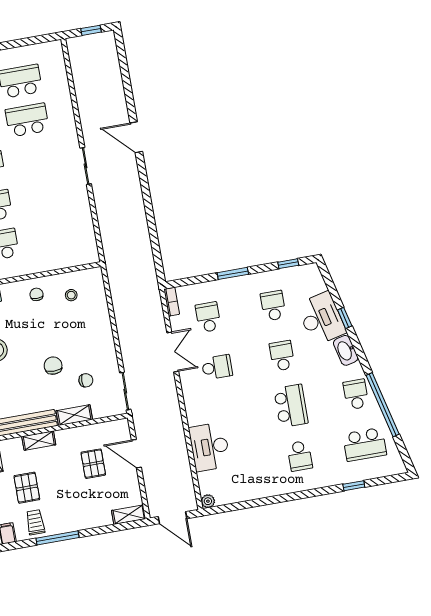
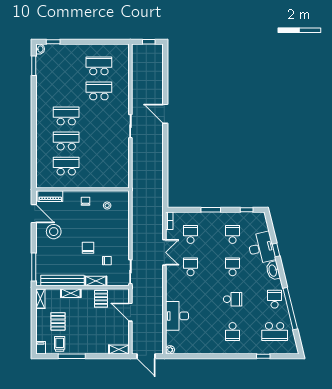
school desk: (217, 367) -> (191, 267), turned -90
school desk: (291, 406) -> (233, 299), width x0.54
pallet: (93, 464) -> (101, 299), moved

